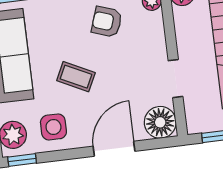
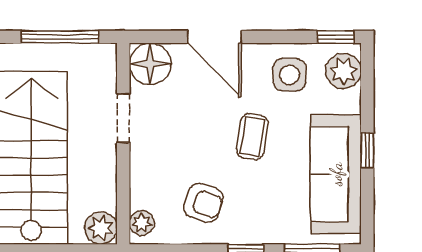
coffee table: (76, 77) -> (252, 137), turned 73
door: (114, 149) -> (214, 37), hinge flipped

